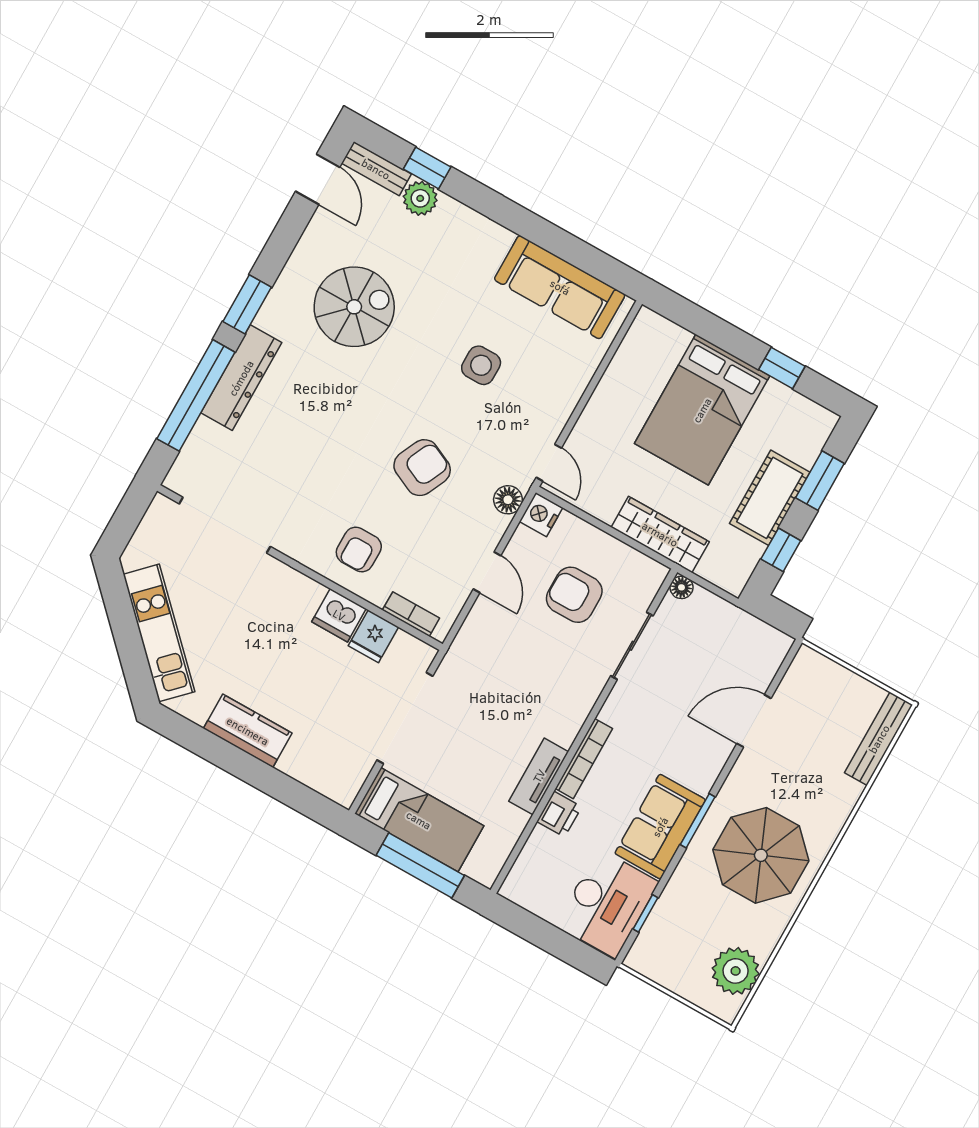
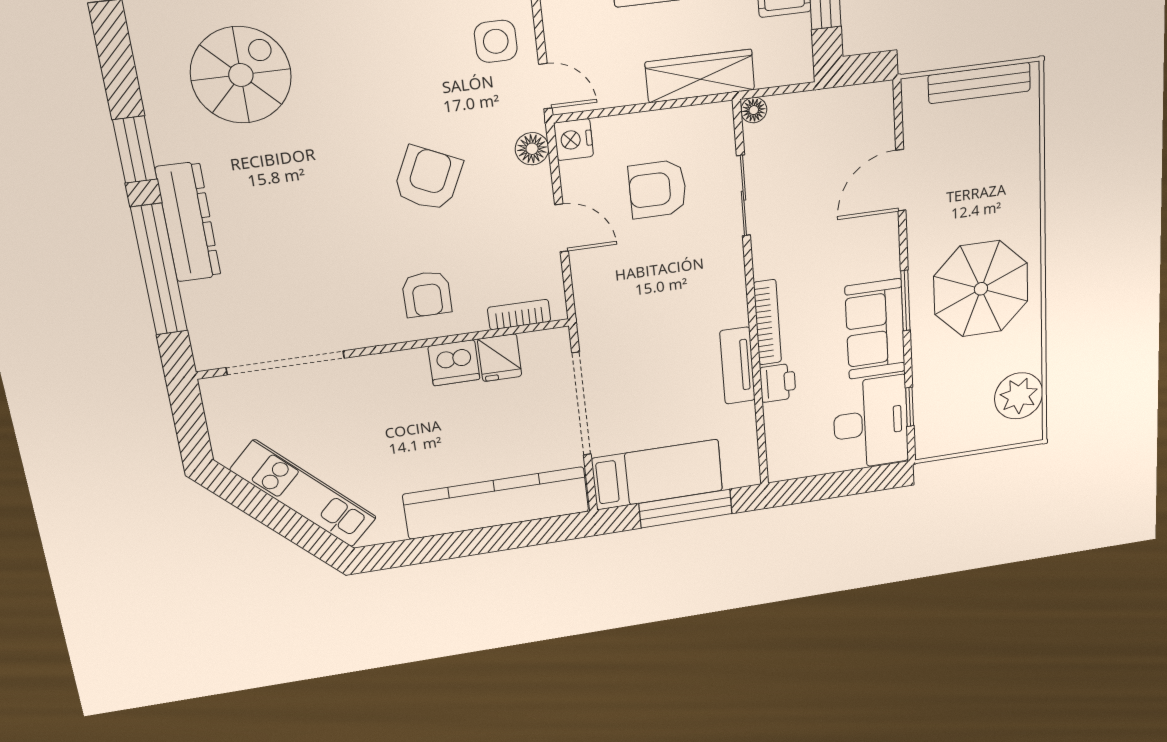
side table: (481, 365) -> (496, 41), moved
kitchen counter: (248, 731) -> (496, 503), width x2.08, depth x1.17
bench: (879, 739) -> (979, 83), moved, turned 90

